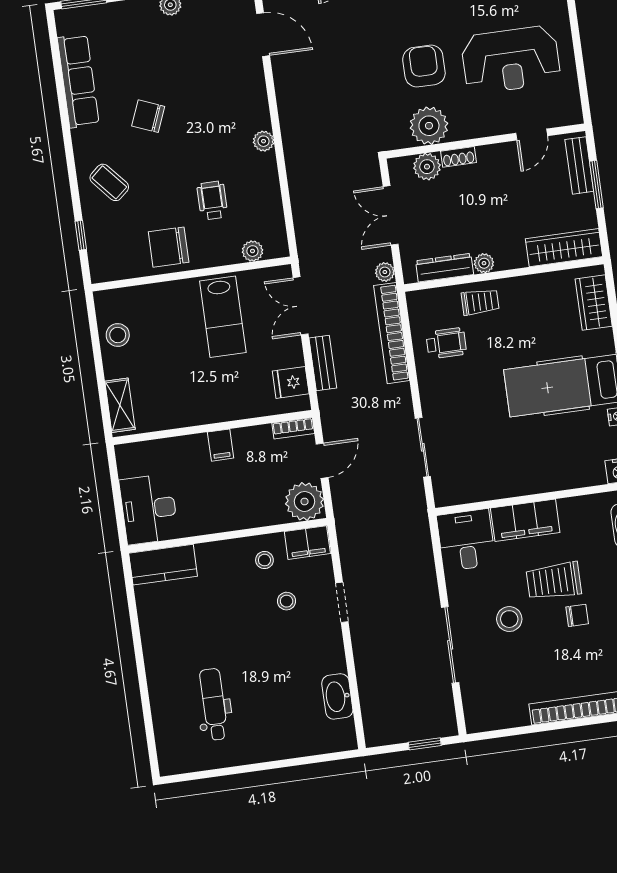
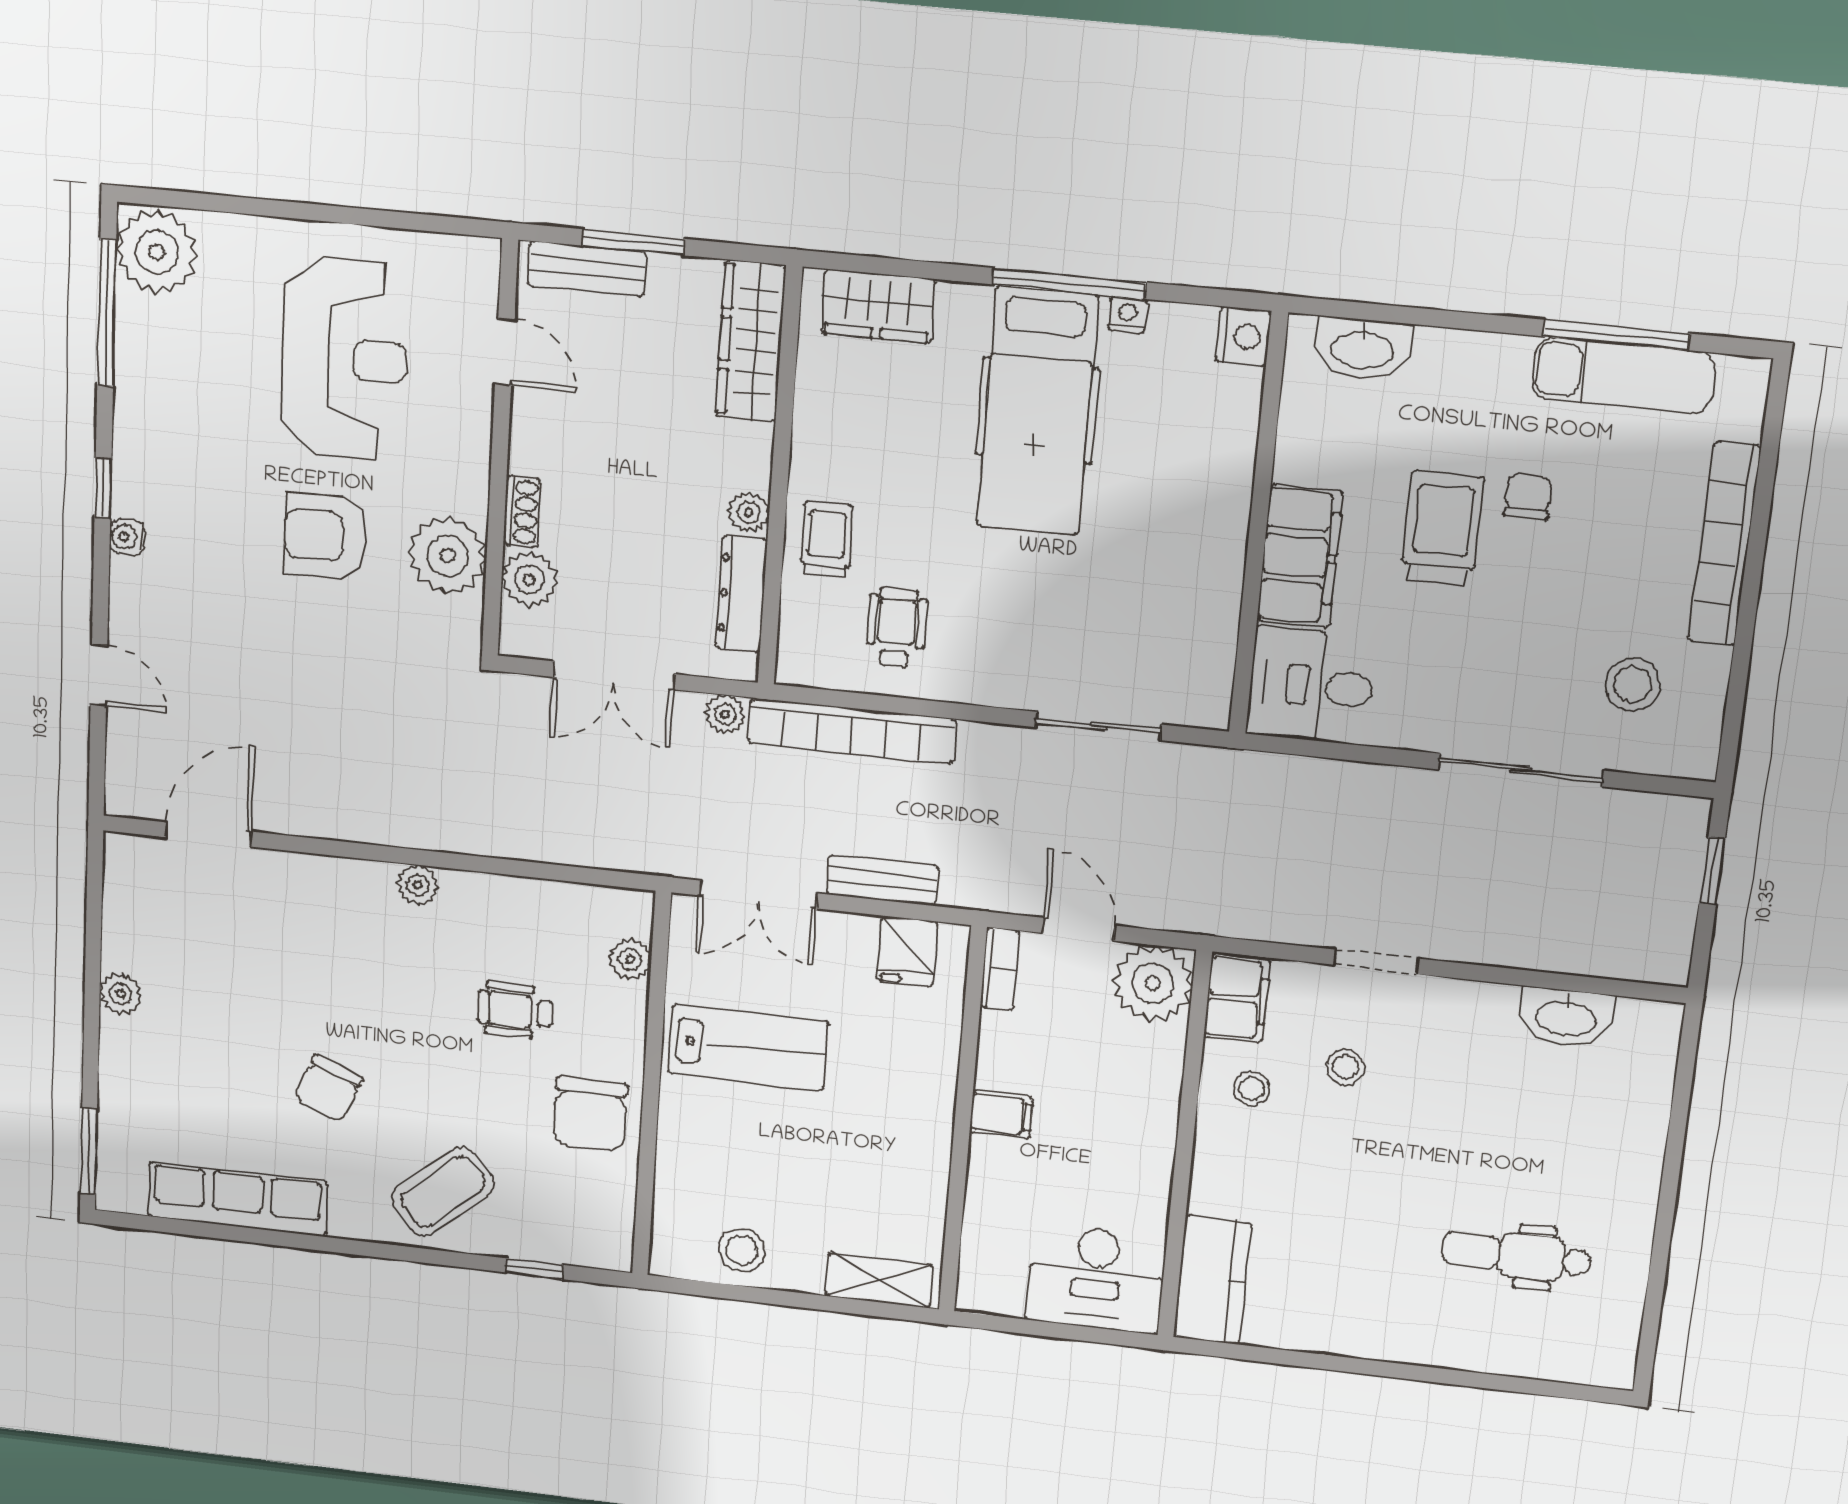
coffee table: (109, 182) -> (443, 1192), width x1.36, depth x1.30
trolley: (554, 581) -> (1442, 528), turned 180
stool: (509, 619) -> (1633, 685), moved

